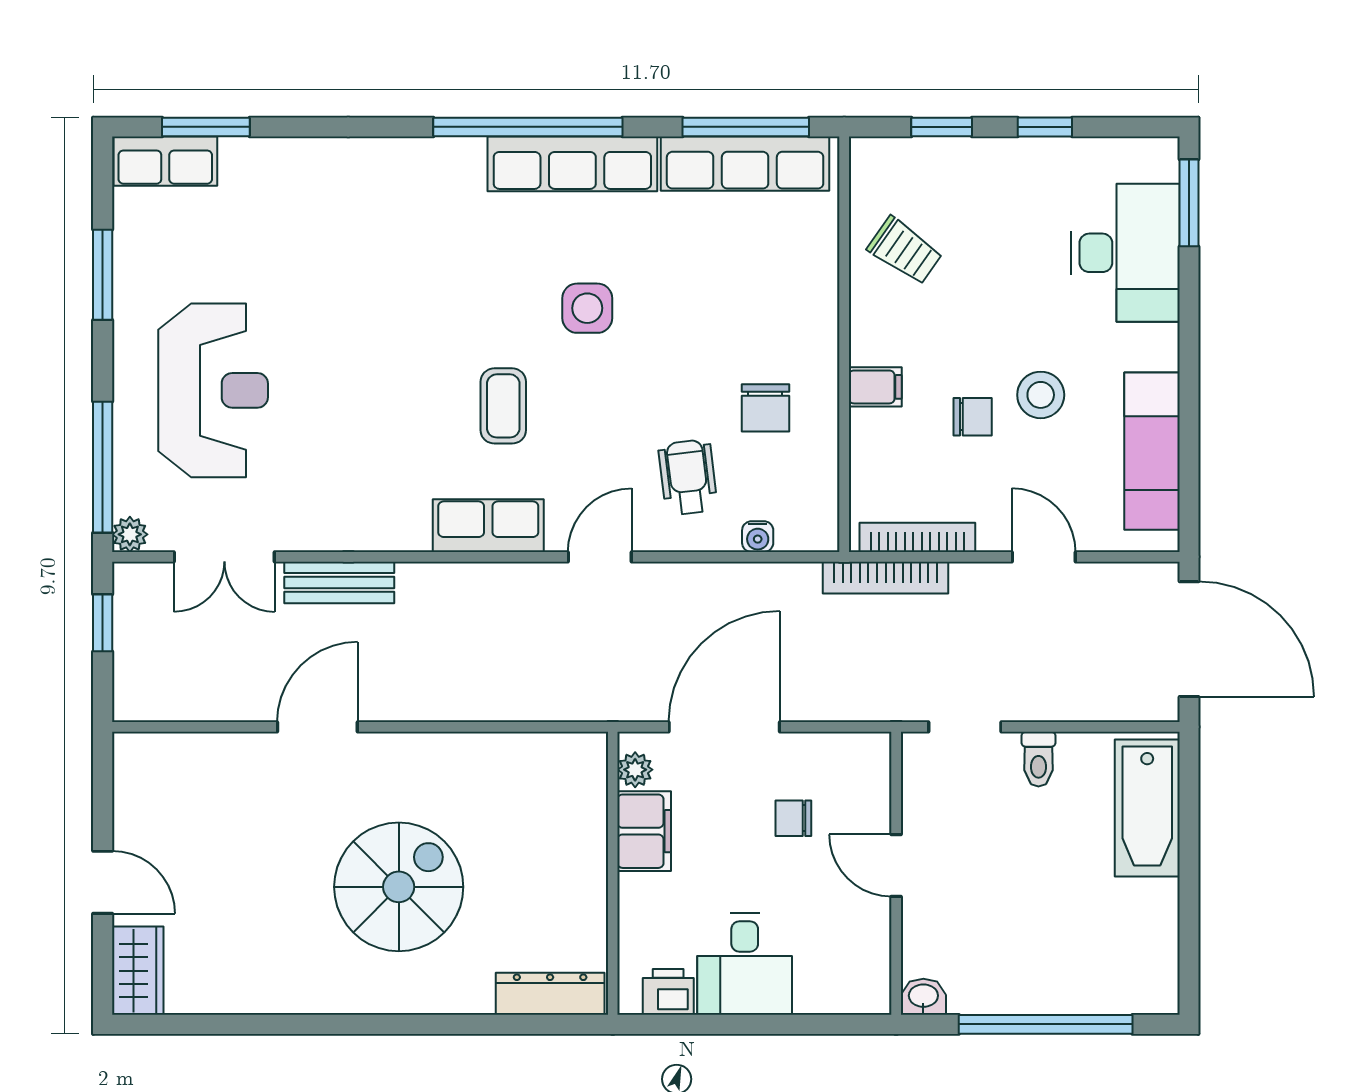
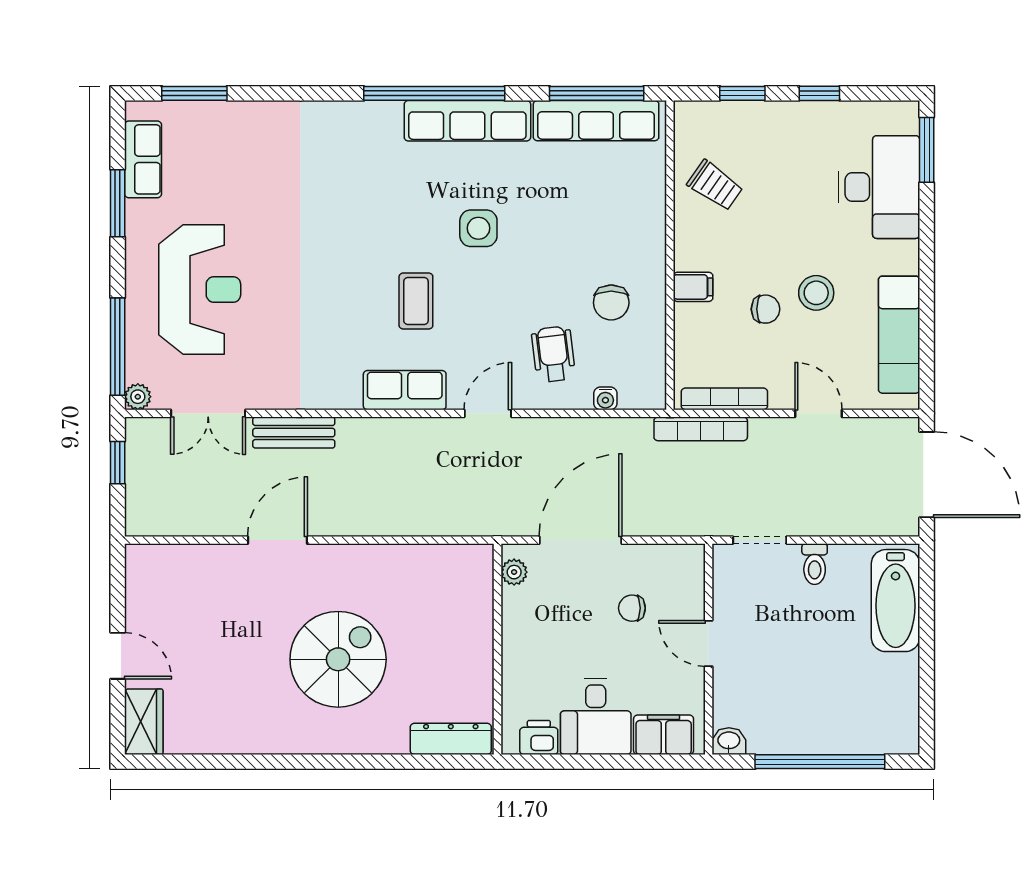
row of seats: (165, 161) -> (143, 159), moved, turned -90
filing cabinet: (644, 831) -> (664, 735), moved, turned -90

